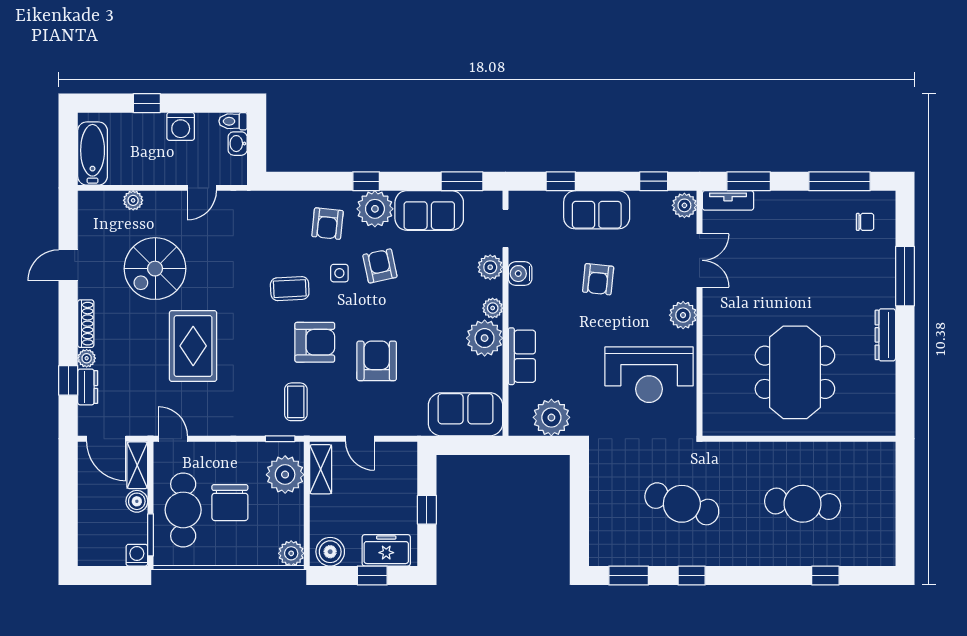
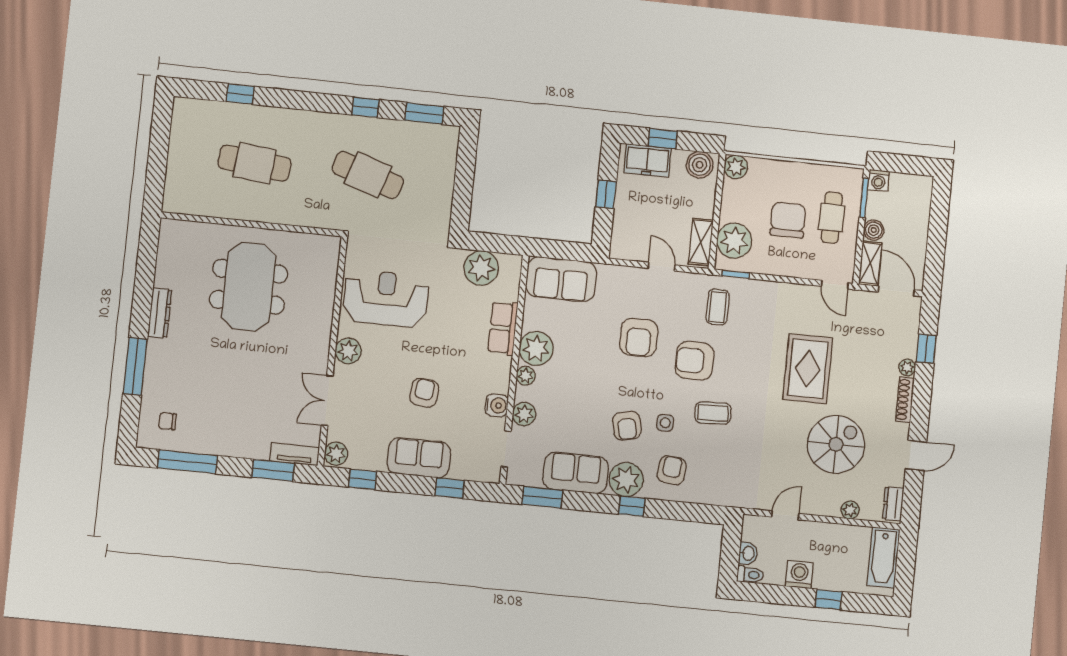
dresser: (88, 387) -> (893, 504), moved
cafe table: (183, 510) -> (832, 218), width x0.73, depth x0.74

